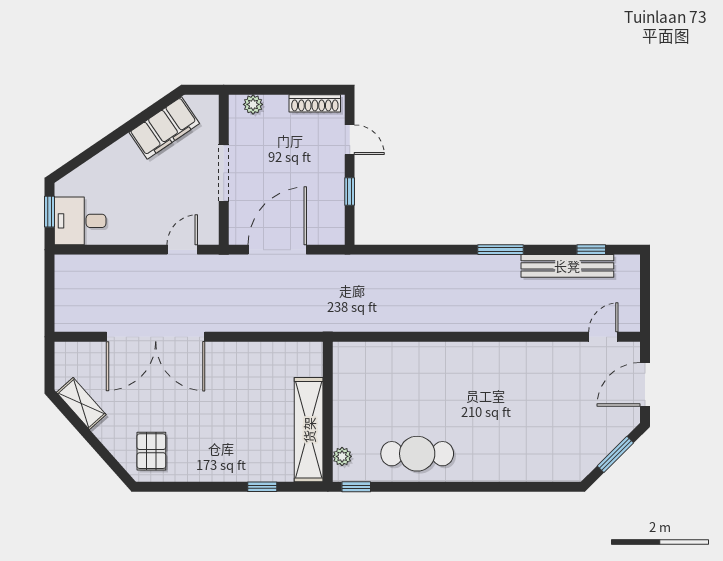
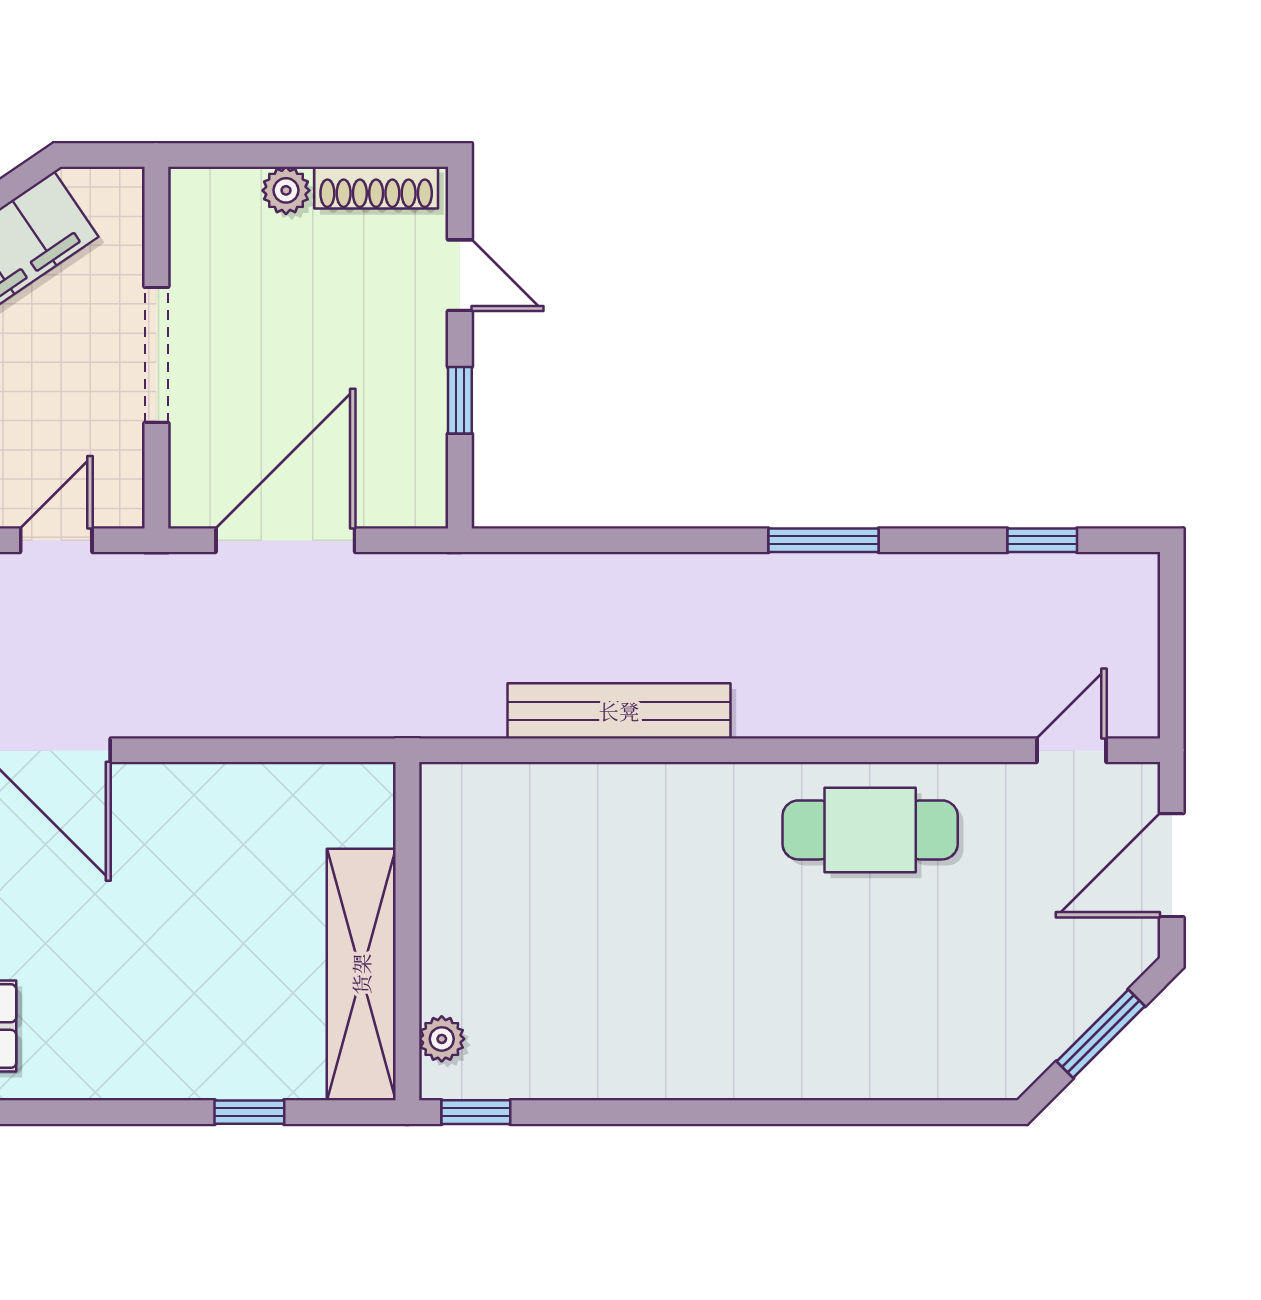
plant: (253, 104) -> (286, 190), moved
bench: (567, 266) -> (619, 711), moved
cafe table: (417, 454) -> (870, 830), moved

